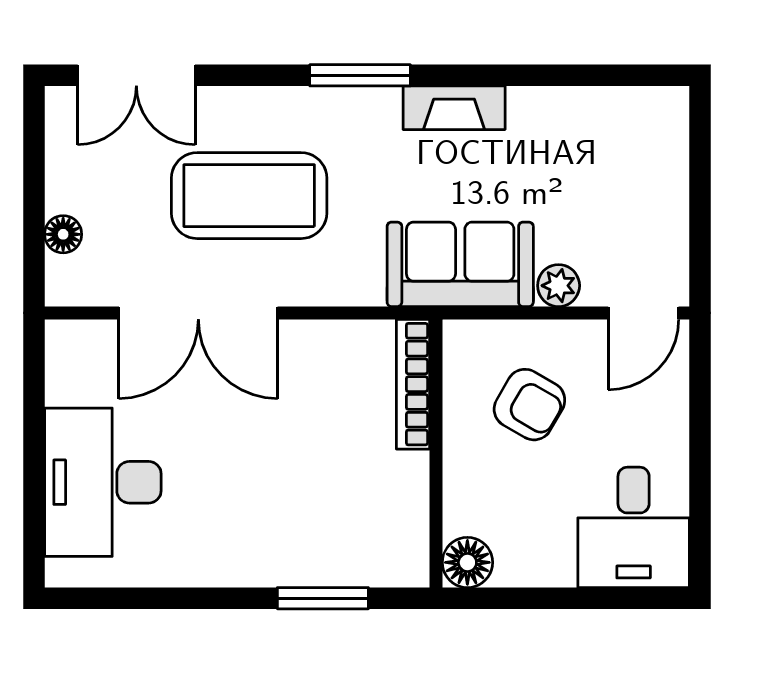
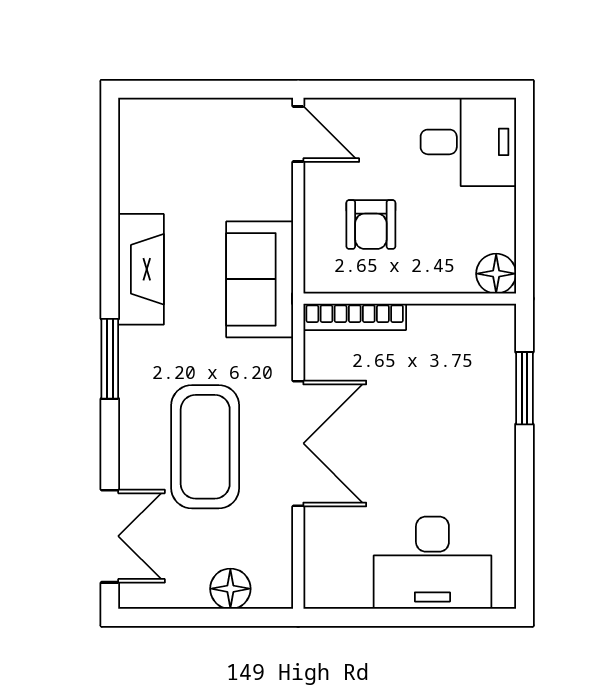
fireplace: (454, 108) -> (141, 269), width x1.37, depth x1.32
floor lamp: (63, 234) -> (230, 589), width x1.37, depth x1.37
plant: (559, 286) -> (277, 201), removed
double door: (198, 313) -> (298, 443), moved
armchair: (529, 405) -> (371, 224), turned 150

